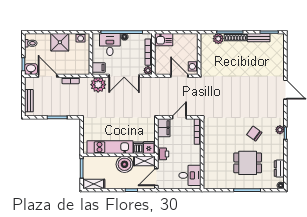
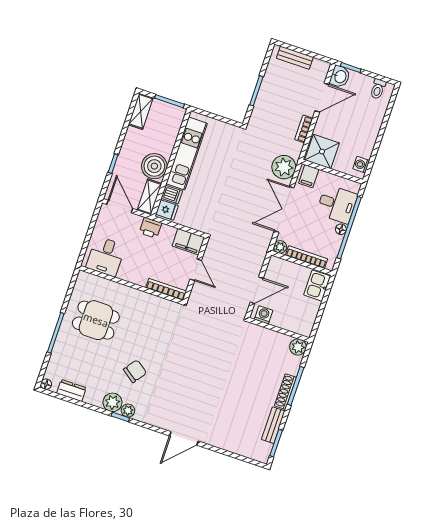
plant: (218, 39) -> (298, 347), moved
shower: (60, 42) -> (322, 152), moved
plant: (278, 141) -> (113, 402), added
dining table: (248, 163) -> (96, 320), moved, turned 90

